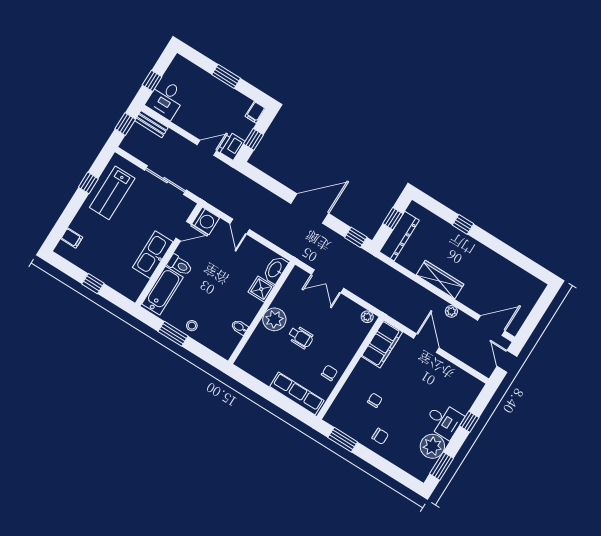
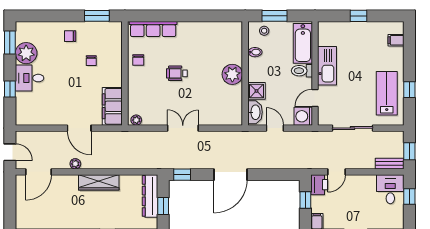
washbasin: (275, 270) -> (255, 112), moved
shower: (261, 289) -> (256, 91), moved
wall: (261, 313) -> (245, 73), moved
plant: (274, 319) -> (232, 74), moved
bidet: (240, 327) -> (255, 52), moved

